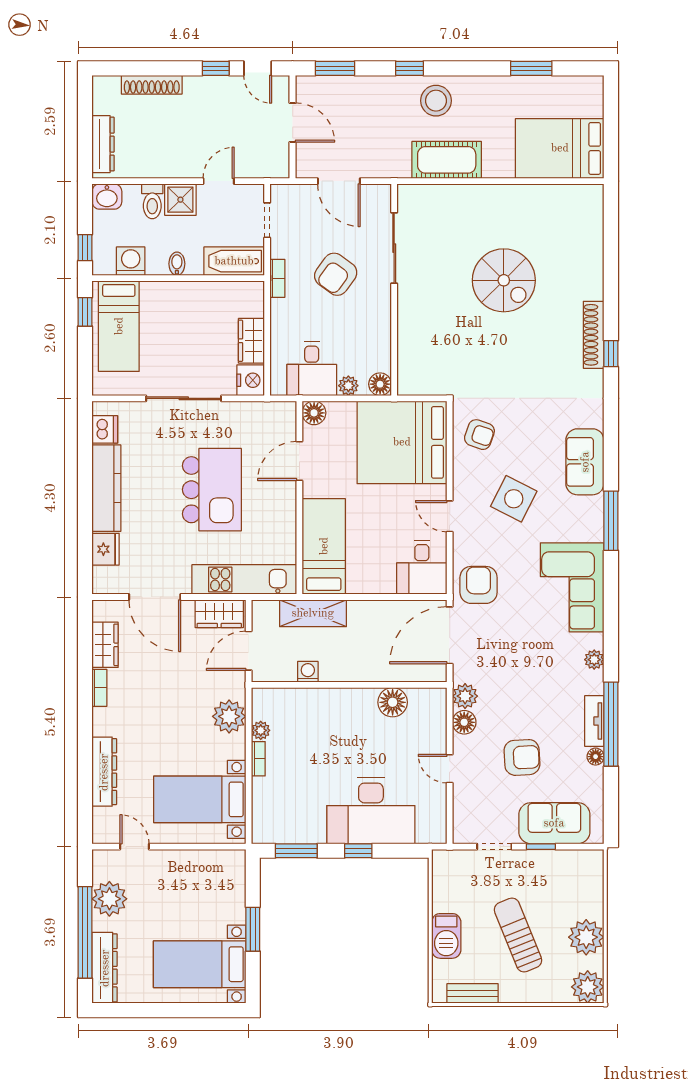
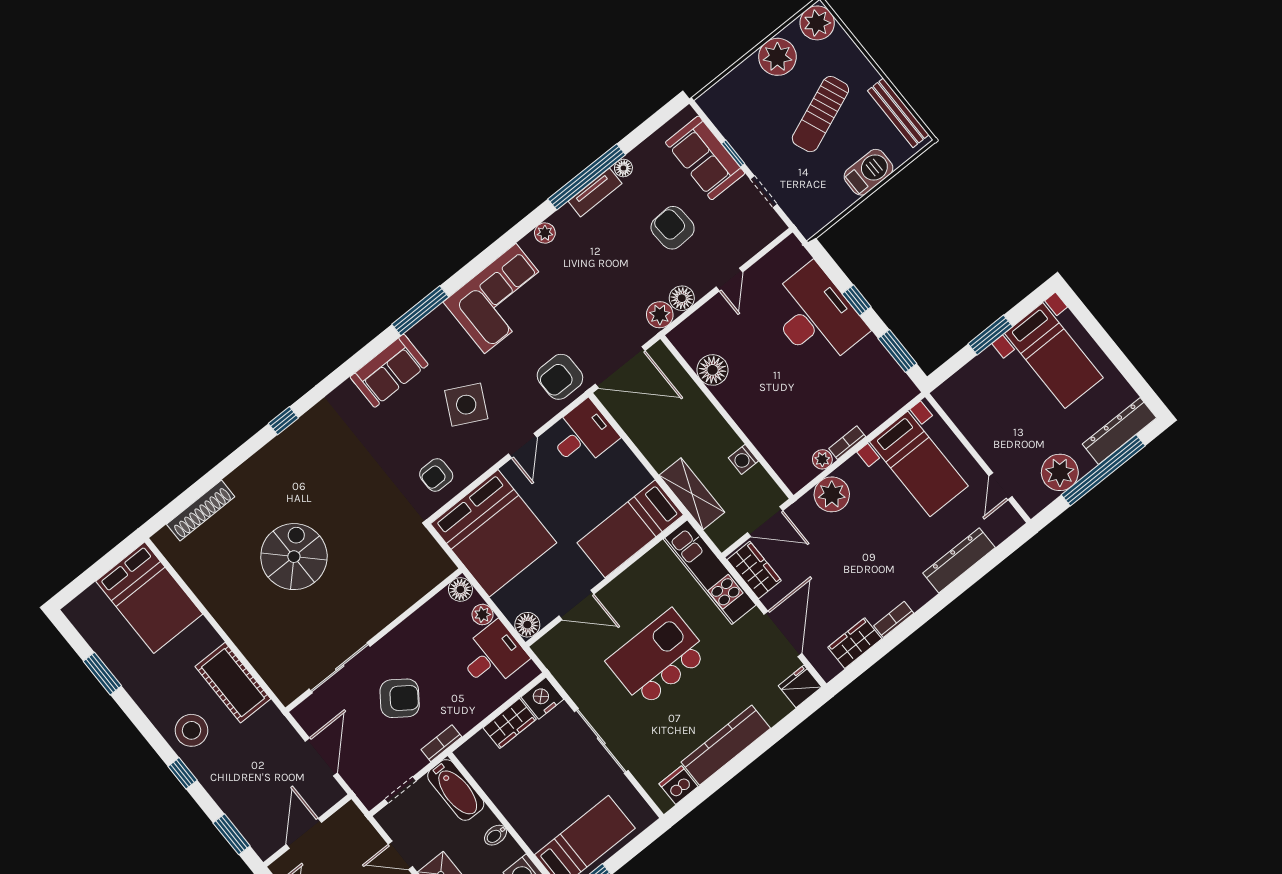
shoe rack: (594, 335) -> (201, 510), moved
armchair: (479, 435) -> (436, 475), turned -109
fridge: (106, 549) -> (800, 686), moved
bench: (473, 993) -> (898, 113), width x1.36

